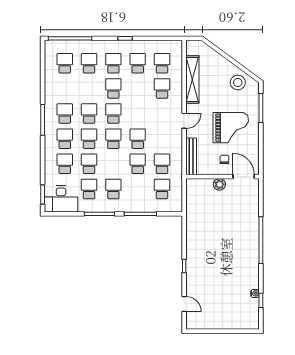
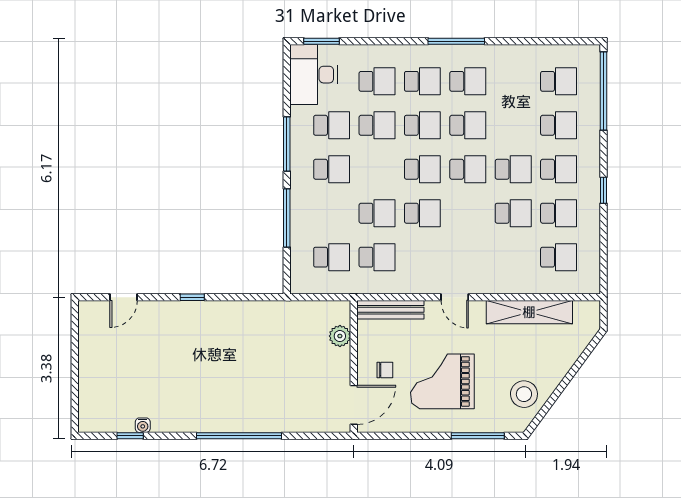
school desk: (162, 88) -> (513, 213), moved
grand piano: (231, 128) -> (442, 381), turned 90
plant: (219, 184) -> (340, 336), moved

